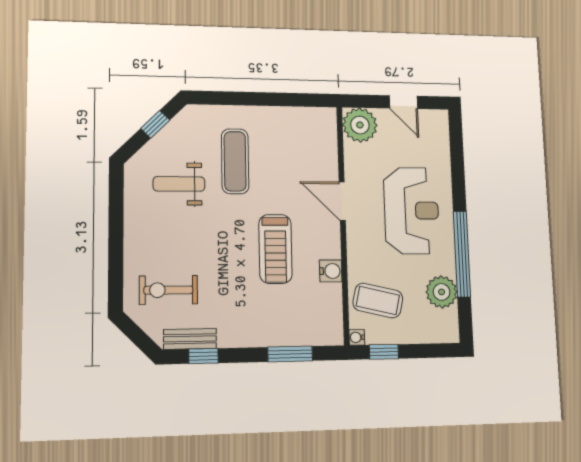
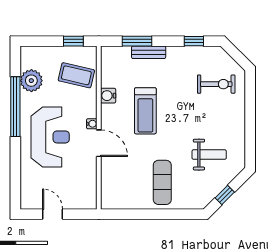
plant: (360, 125) -> (85, 197), removed
exercise mat: (235, 161) -> (162, 182), moved
reception desk: (411, 211) -> (50, 137), turned 180
treadmill: (275, 249) -> (145, 111), turned 180
water cooler: (357, 337) -> (92, 124), moved
bench: (190, 339) -> (149, 52), moved

